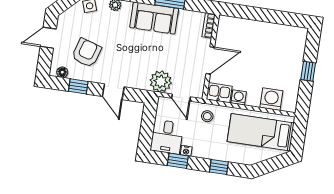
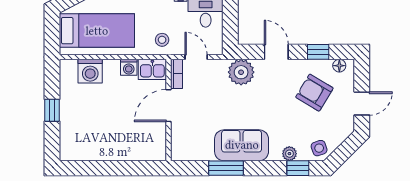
bookcase: (209, 25) -> (177, 74), moved
armchair: (87, 53) -> (314, 93), turned 104
plant: (161, 81) -> (241, 72), moved

